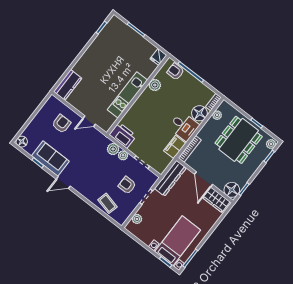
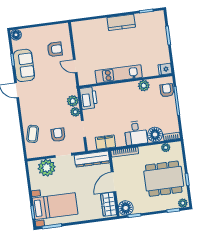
kitchen counter: (68, 85) -> (121, 22), moved
filing cabinet: (175, 147) -> (105, 142), moved
plant: (137, 219) -> (47, 168), width x1.87, depth x1.87

